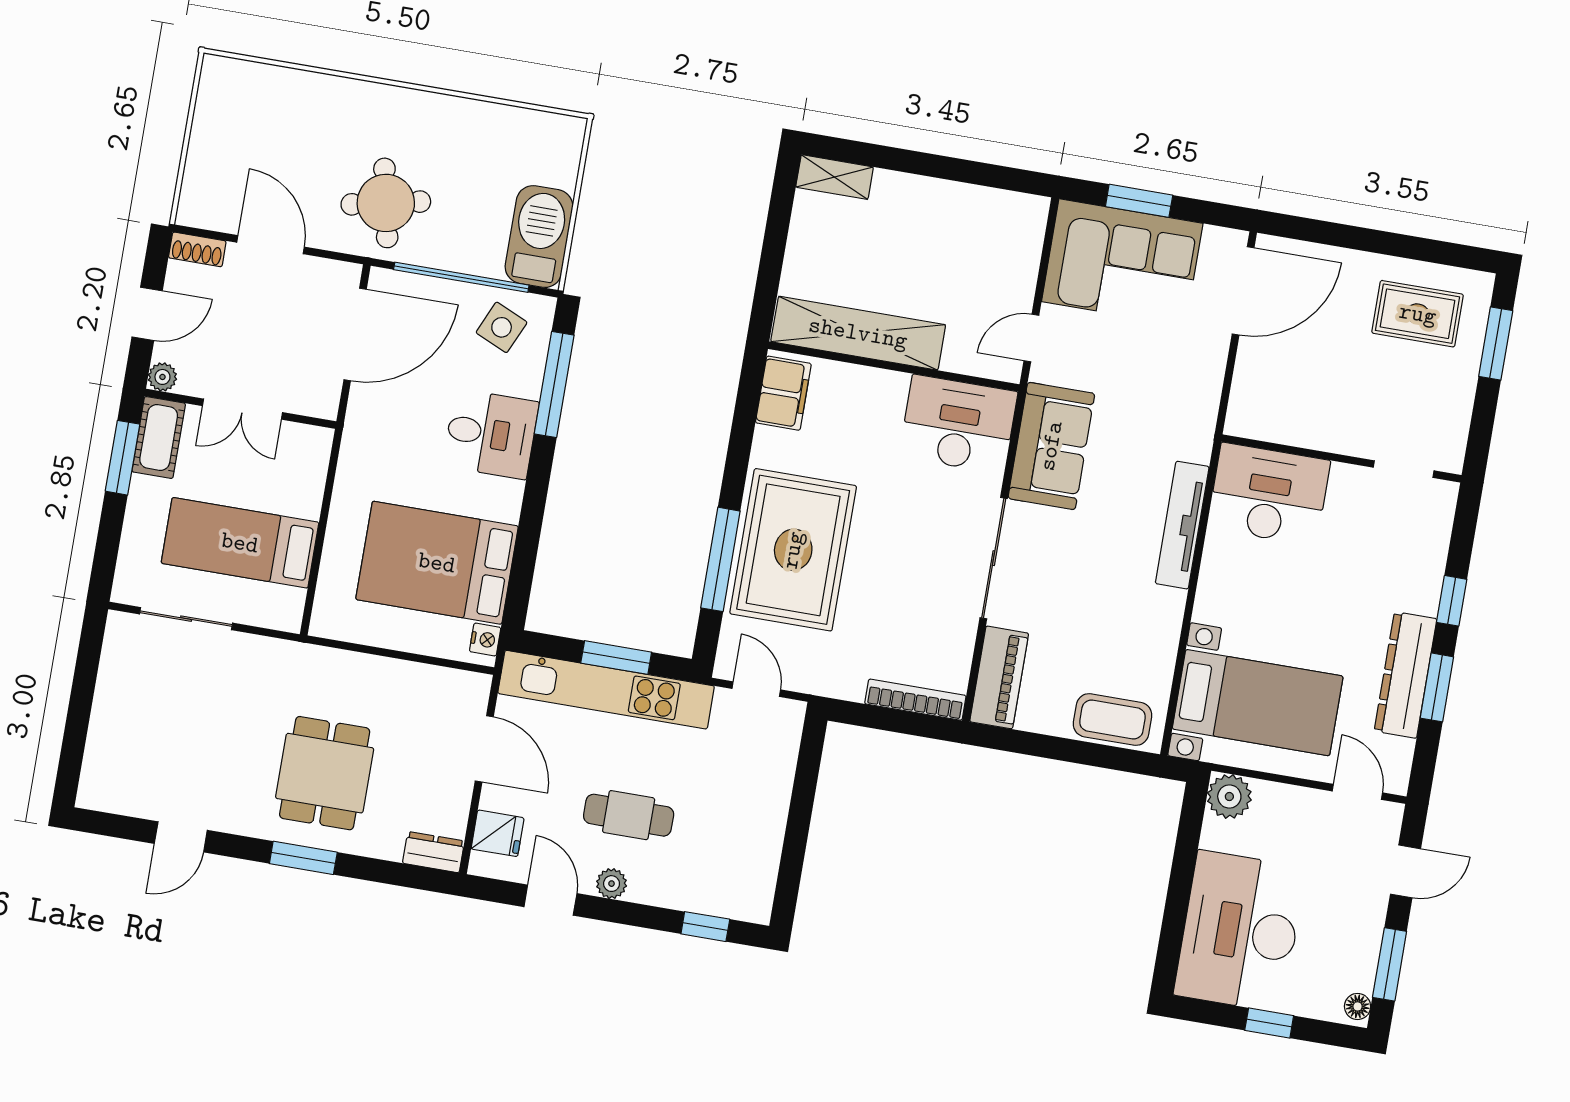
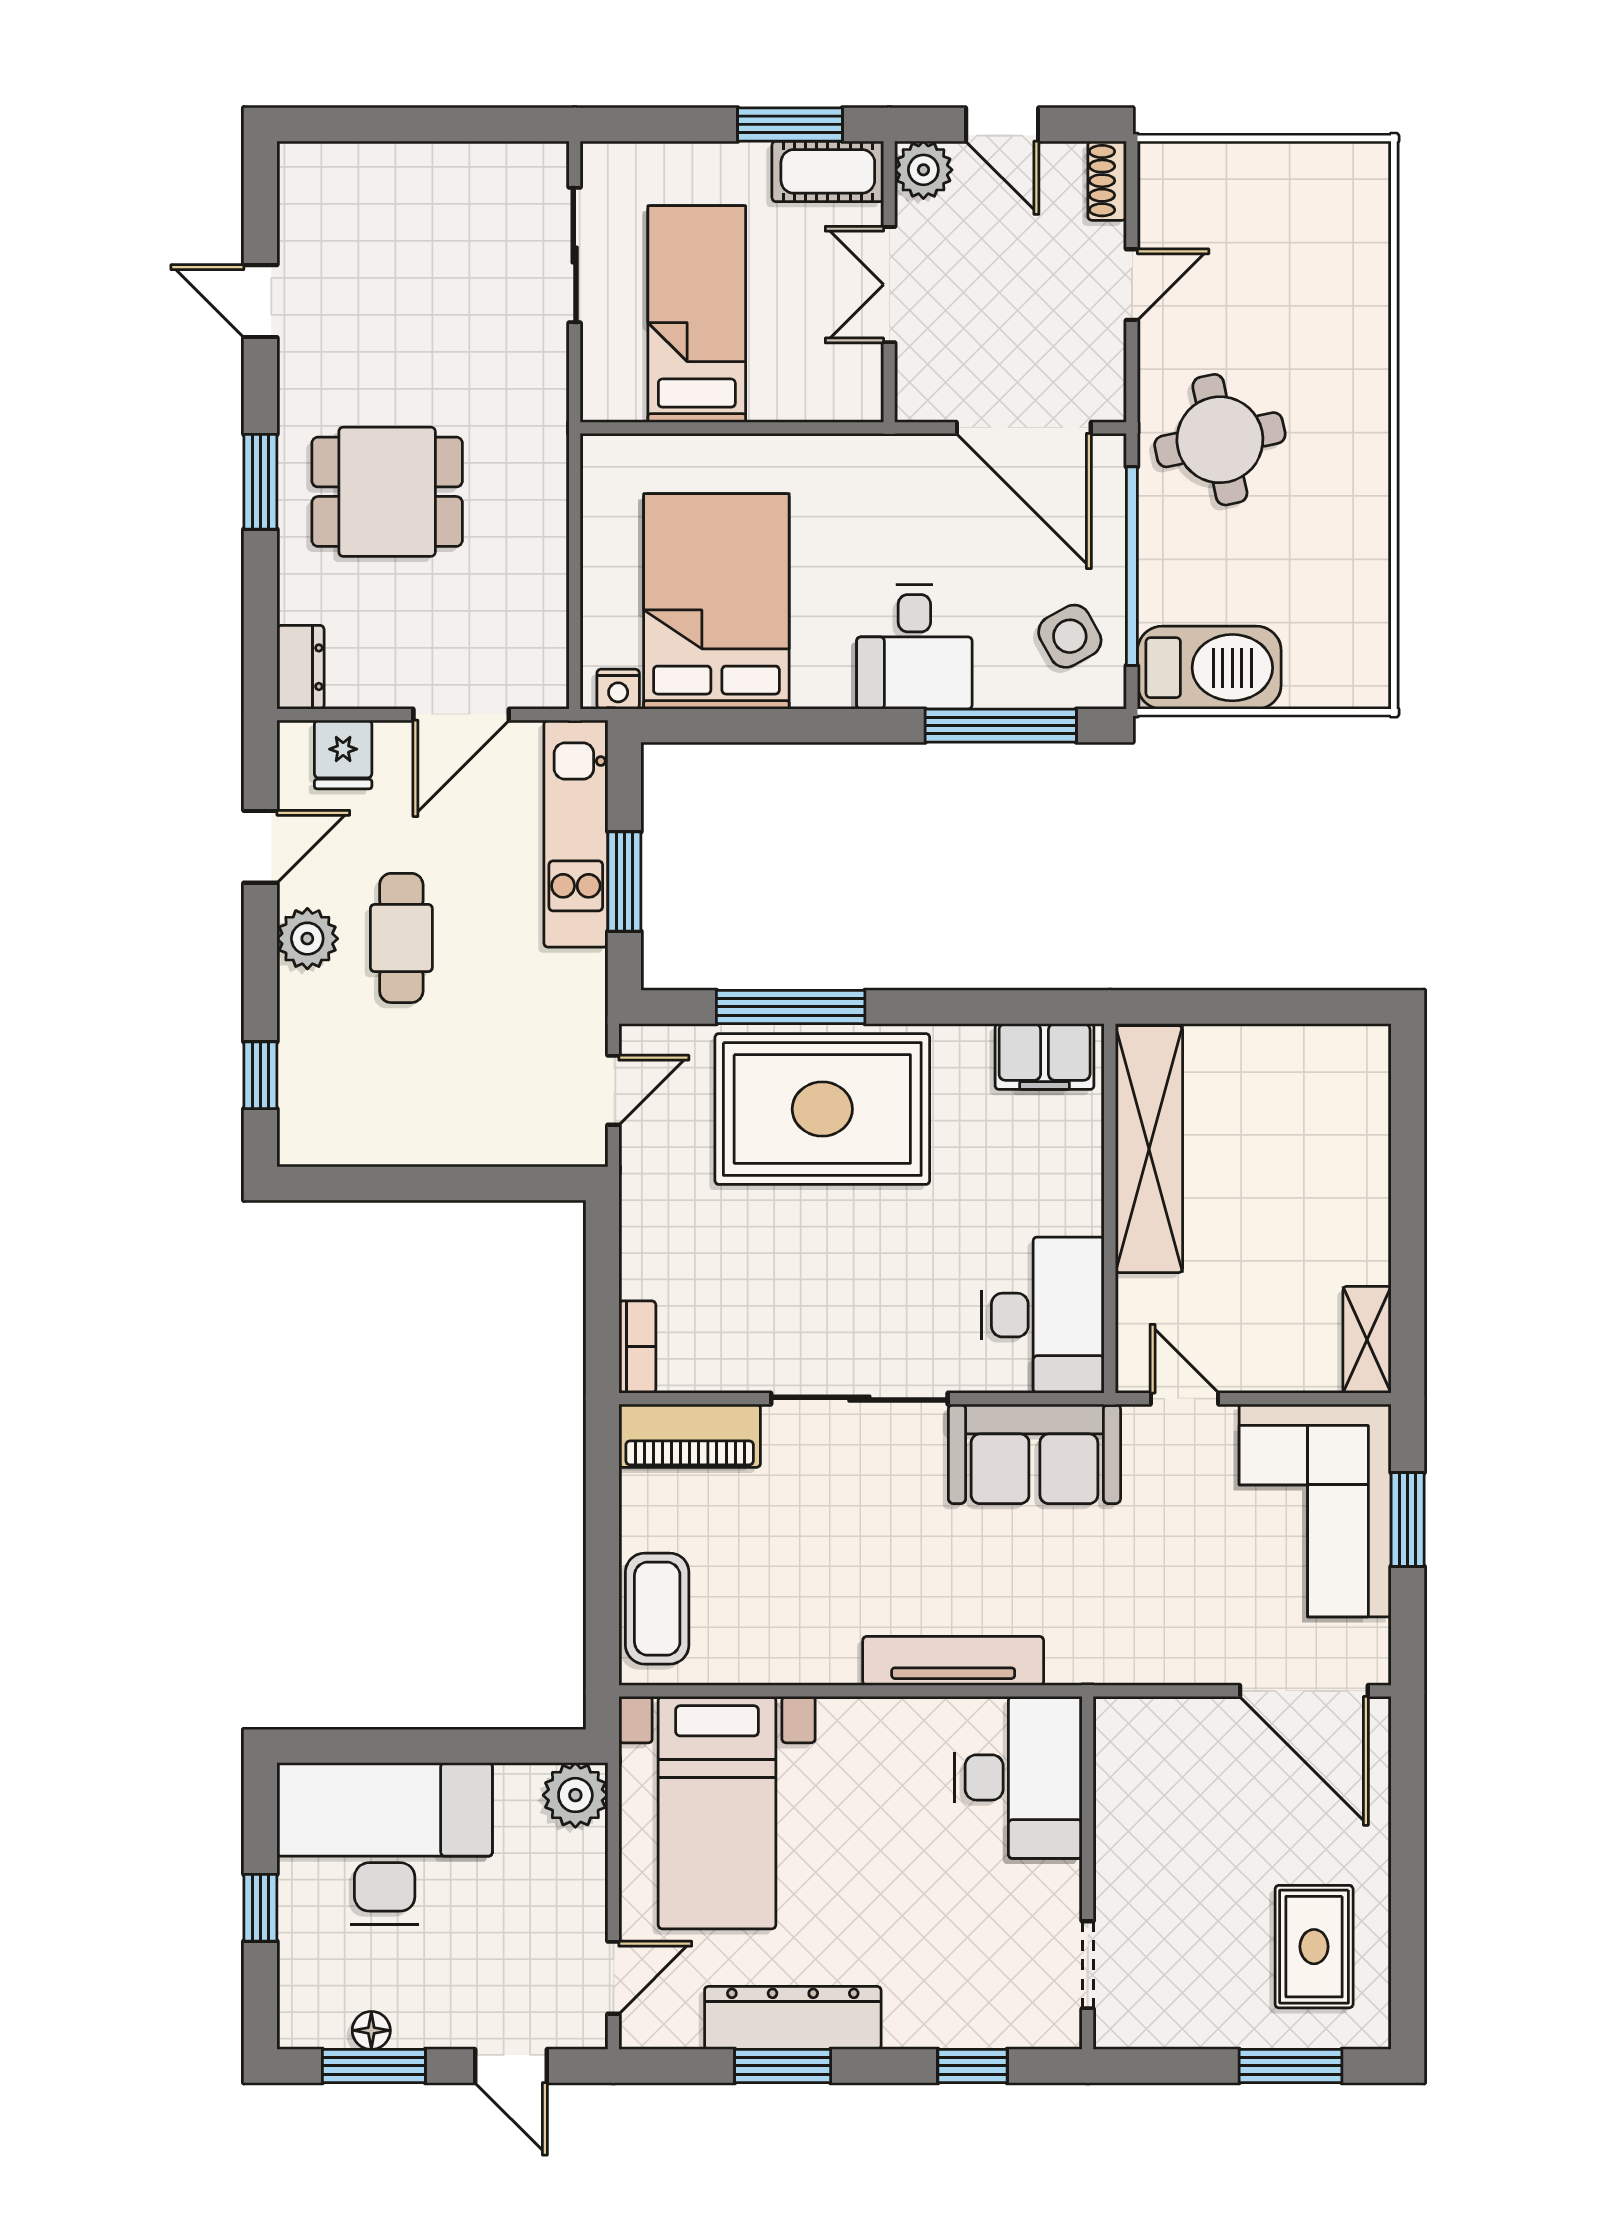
shelving: (835, 177) -> (1367, 1340), moved
door: (271, 245) -> (1132, 285), width x0.73
side table: (502, 327) -> (1070, 636), turned 37
plant: (162, 377) -> (923, 170), width x1.38, depth x1.38
window: (1452, 601) -> (973, 2066), moved
kitchen unit: (606, 690) -> (576, 834), width x0.73
bookcase: (915, 700) -> (637, 1347), width x0.64
plant: (612, 884) -> (307, 939), width x1.38, depth x1.38
floor lamp: (1358, 1006) -> (371, 2030), moved

